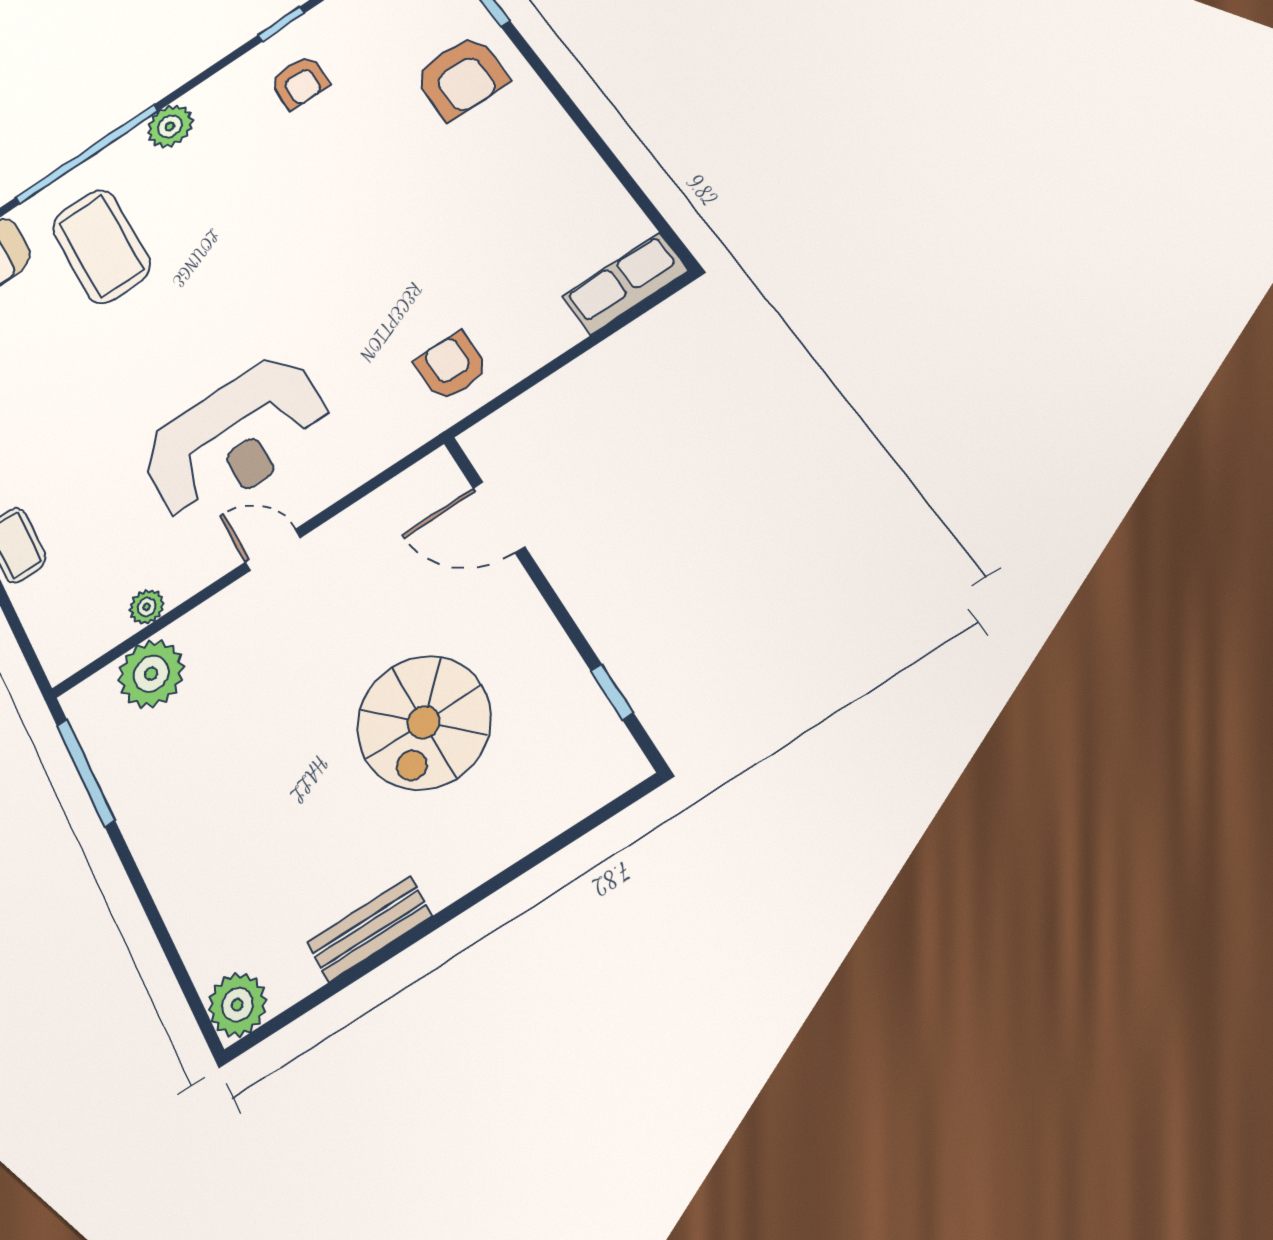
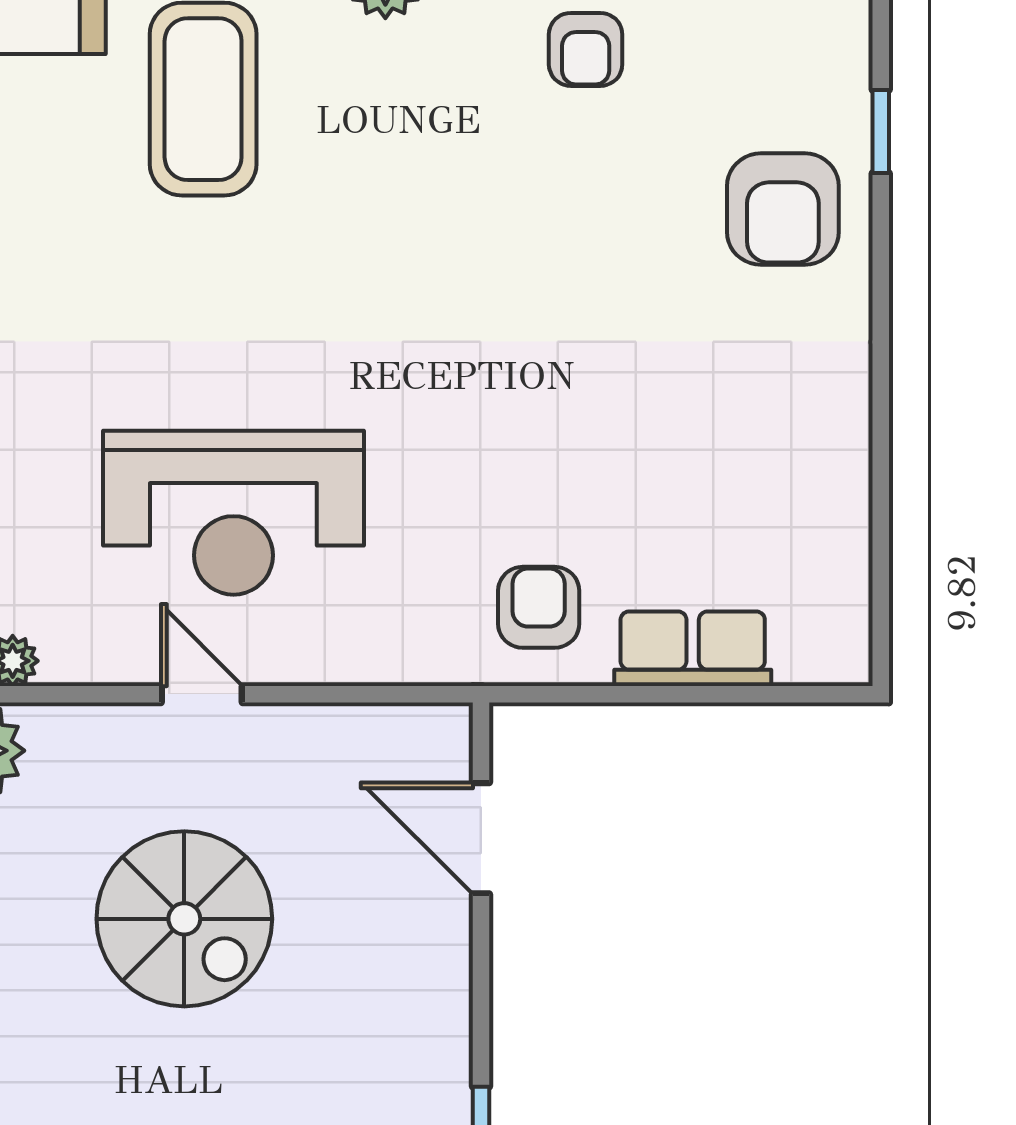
row of seats: (625, 284) -> (693, 649), moved
spiral stairs: (423, 722) -> (184, 919), moved, turned -90

